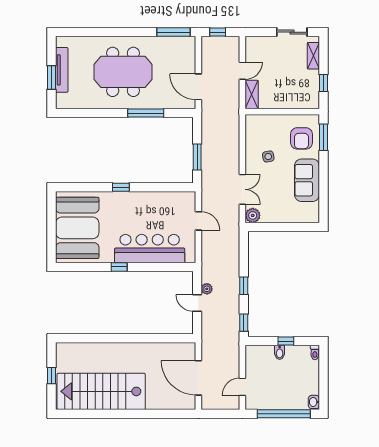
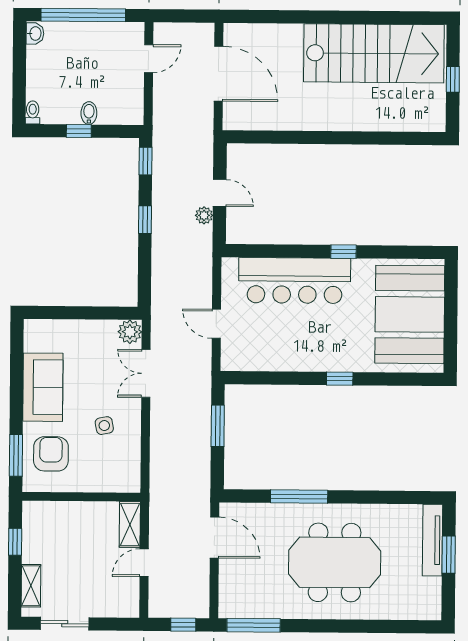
tv unit: (62, 70) -> (432, 540), moved

